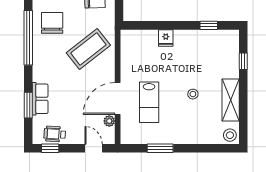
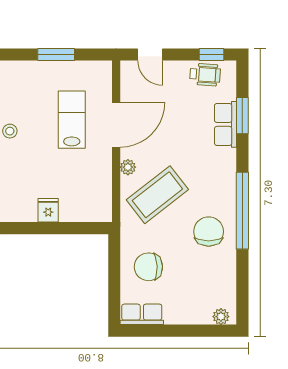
chair: (52, 23) -> (209, 232), turned 180
plant: (109, 121) -> (128, 167), moved

